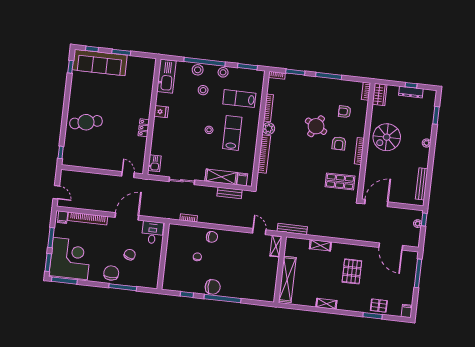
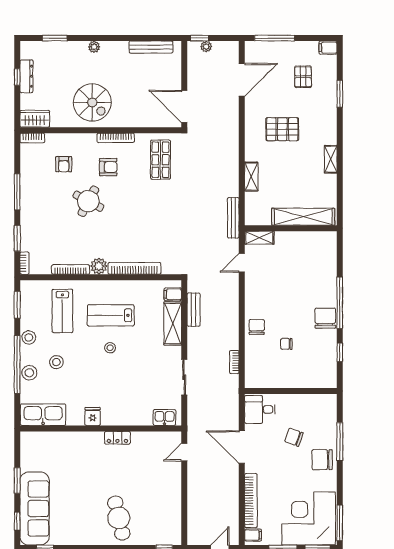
pallet: (379, 306) -> (303, 77), moved

